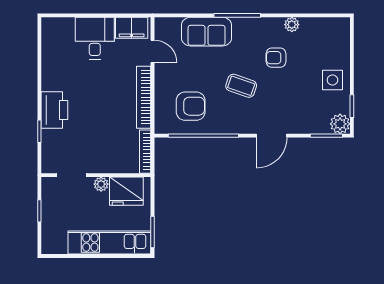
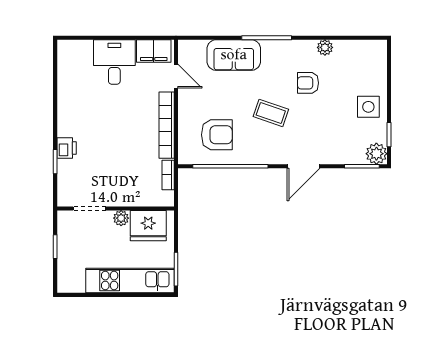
printer: (54, 110) -> (67, 148), width x0.53, depth x0.68
bookcase: (145, 152) -> (168, 175), width x0.64

